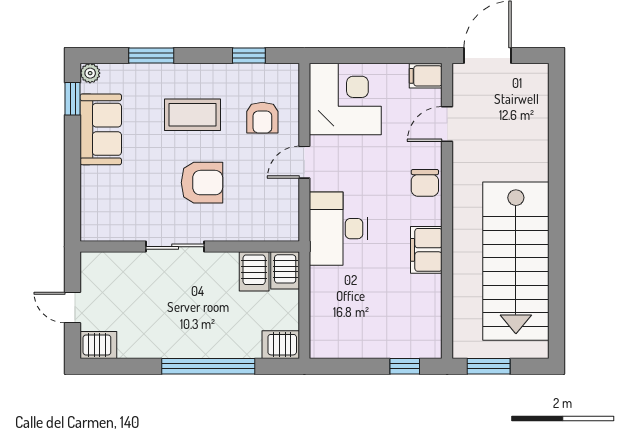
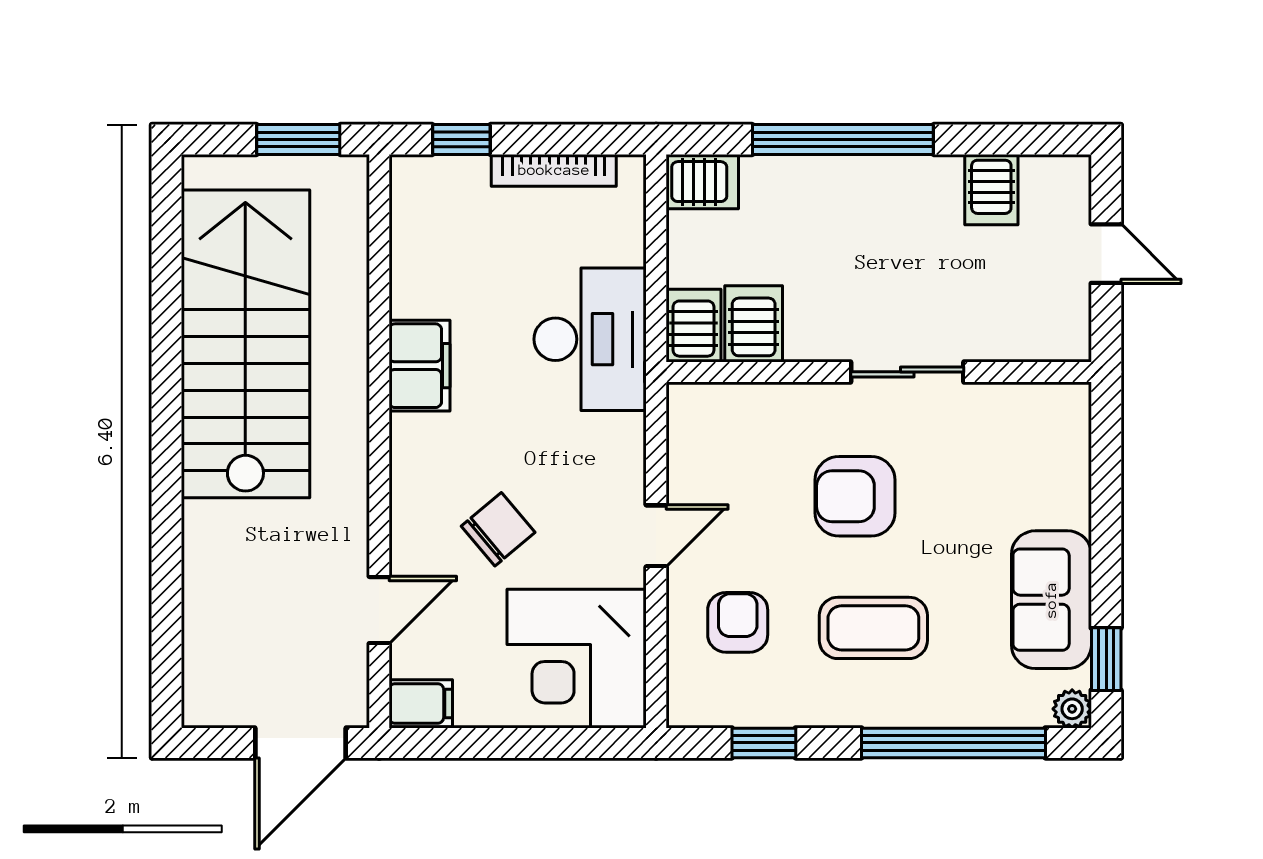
window: (151, 56) -> (953, 743), width x2.11
chair: (425, 183) -> (498, 529), moved, turned 50
desk: (338, 229) -> (590, 339), moved
server rack: (98, 345) -> (991, 190), moved, turned -90
bookcase: (357, 350) -> (554, 170), added

